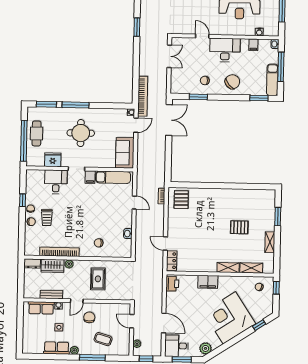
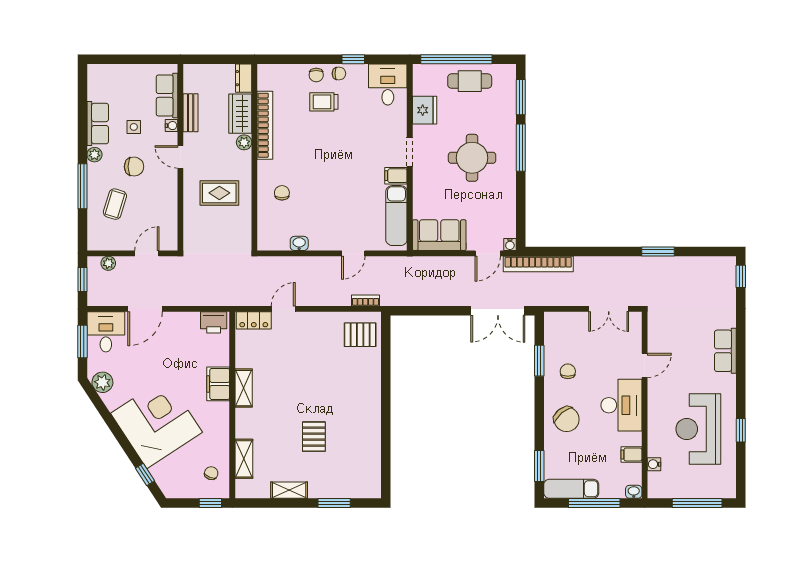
door: (136, 125) -> (488, 253), hinge flipped
desk: (56, 182) -> (388, 84), moved, turned -90
shelving: (228, 268) -> (244, 388), moved
chair: (89, 317) -> (134, 167), moved

